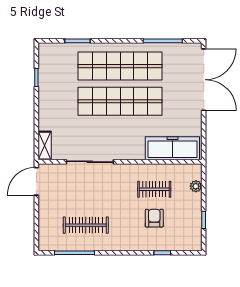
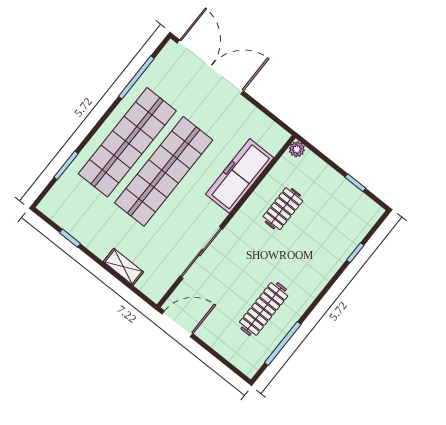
shelving: (45, 146) -> (123, 267), moved
freezer: (172, 148) -> (240, 176), moved
door: (36, 181) -> (177, 324), swing flipped
plant: (196, 186) -> (297, 149), moved
armchair: (154, 218) -> (313, 232), removed

